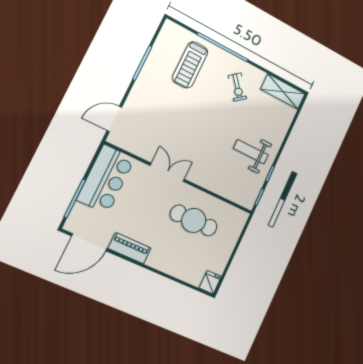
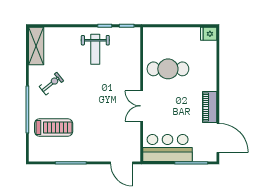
cafe table: (194, 220) -> (168, 69), turned 90

